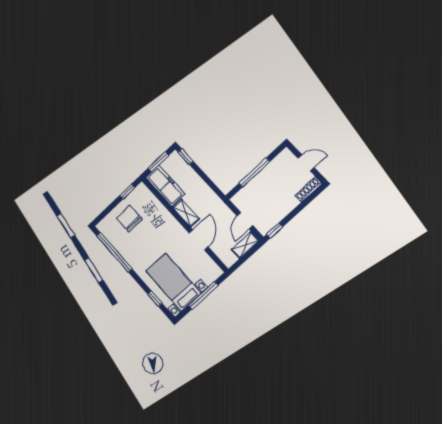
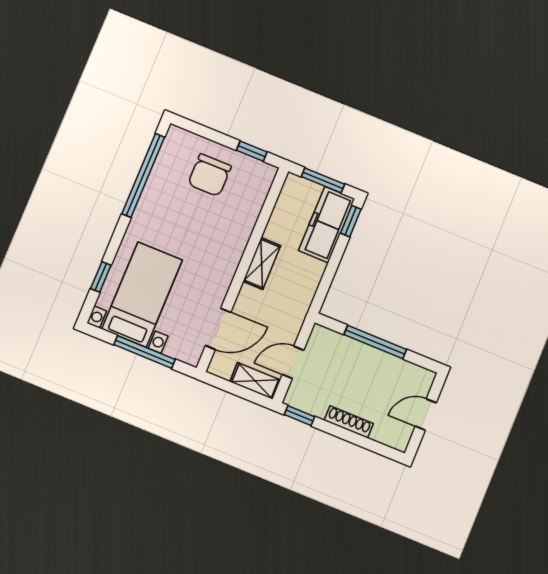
door: (306, 163) -> (426, 415), swing flipped
freezer: (165, 186) -> (327, 225), moved, turned 180
shoe rack: (308, 190) -> (349, 422), moved
chair: (129, 219) -> (210, 175), turned 180
door: (199, 240) -> (218, 329), moved

